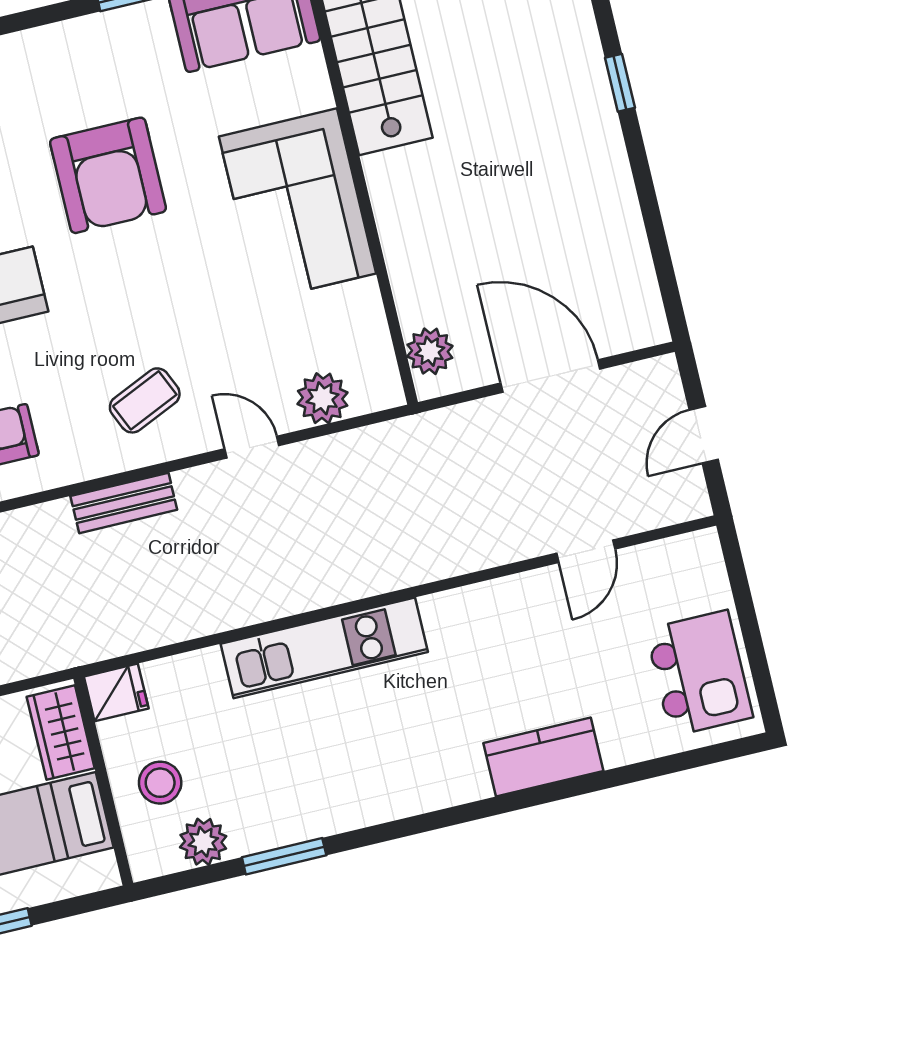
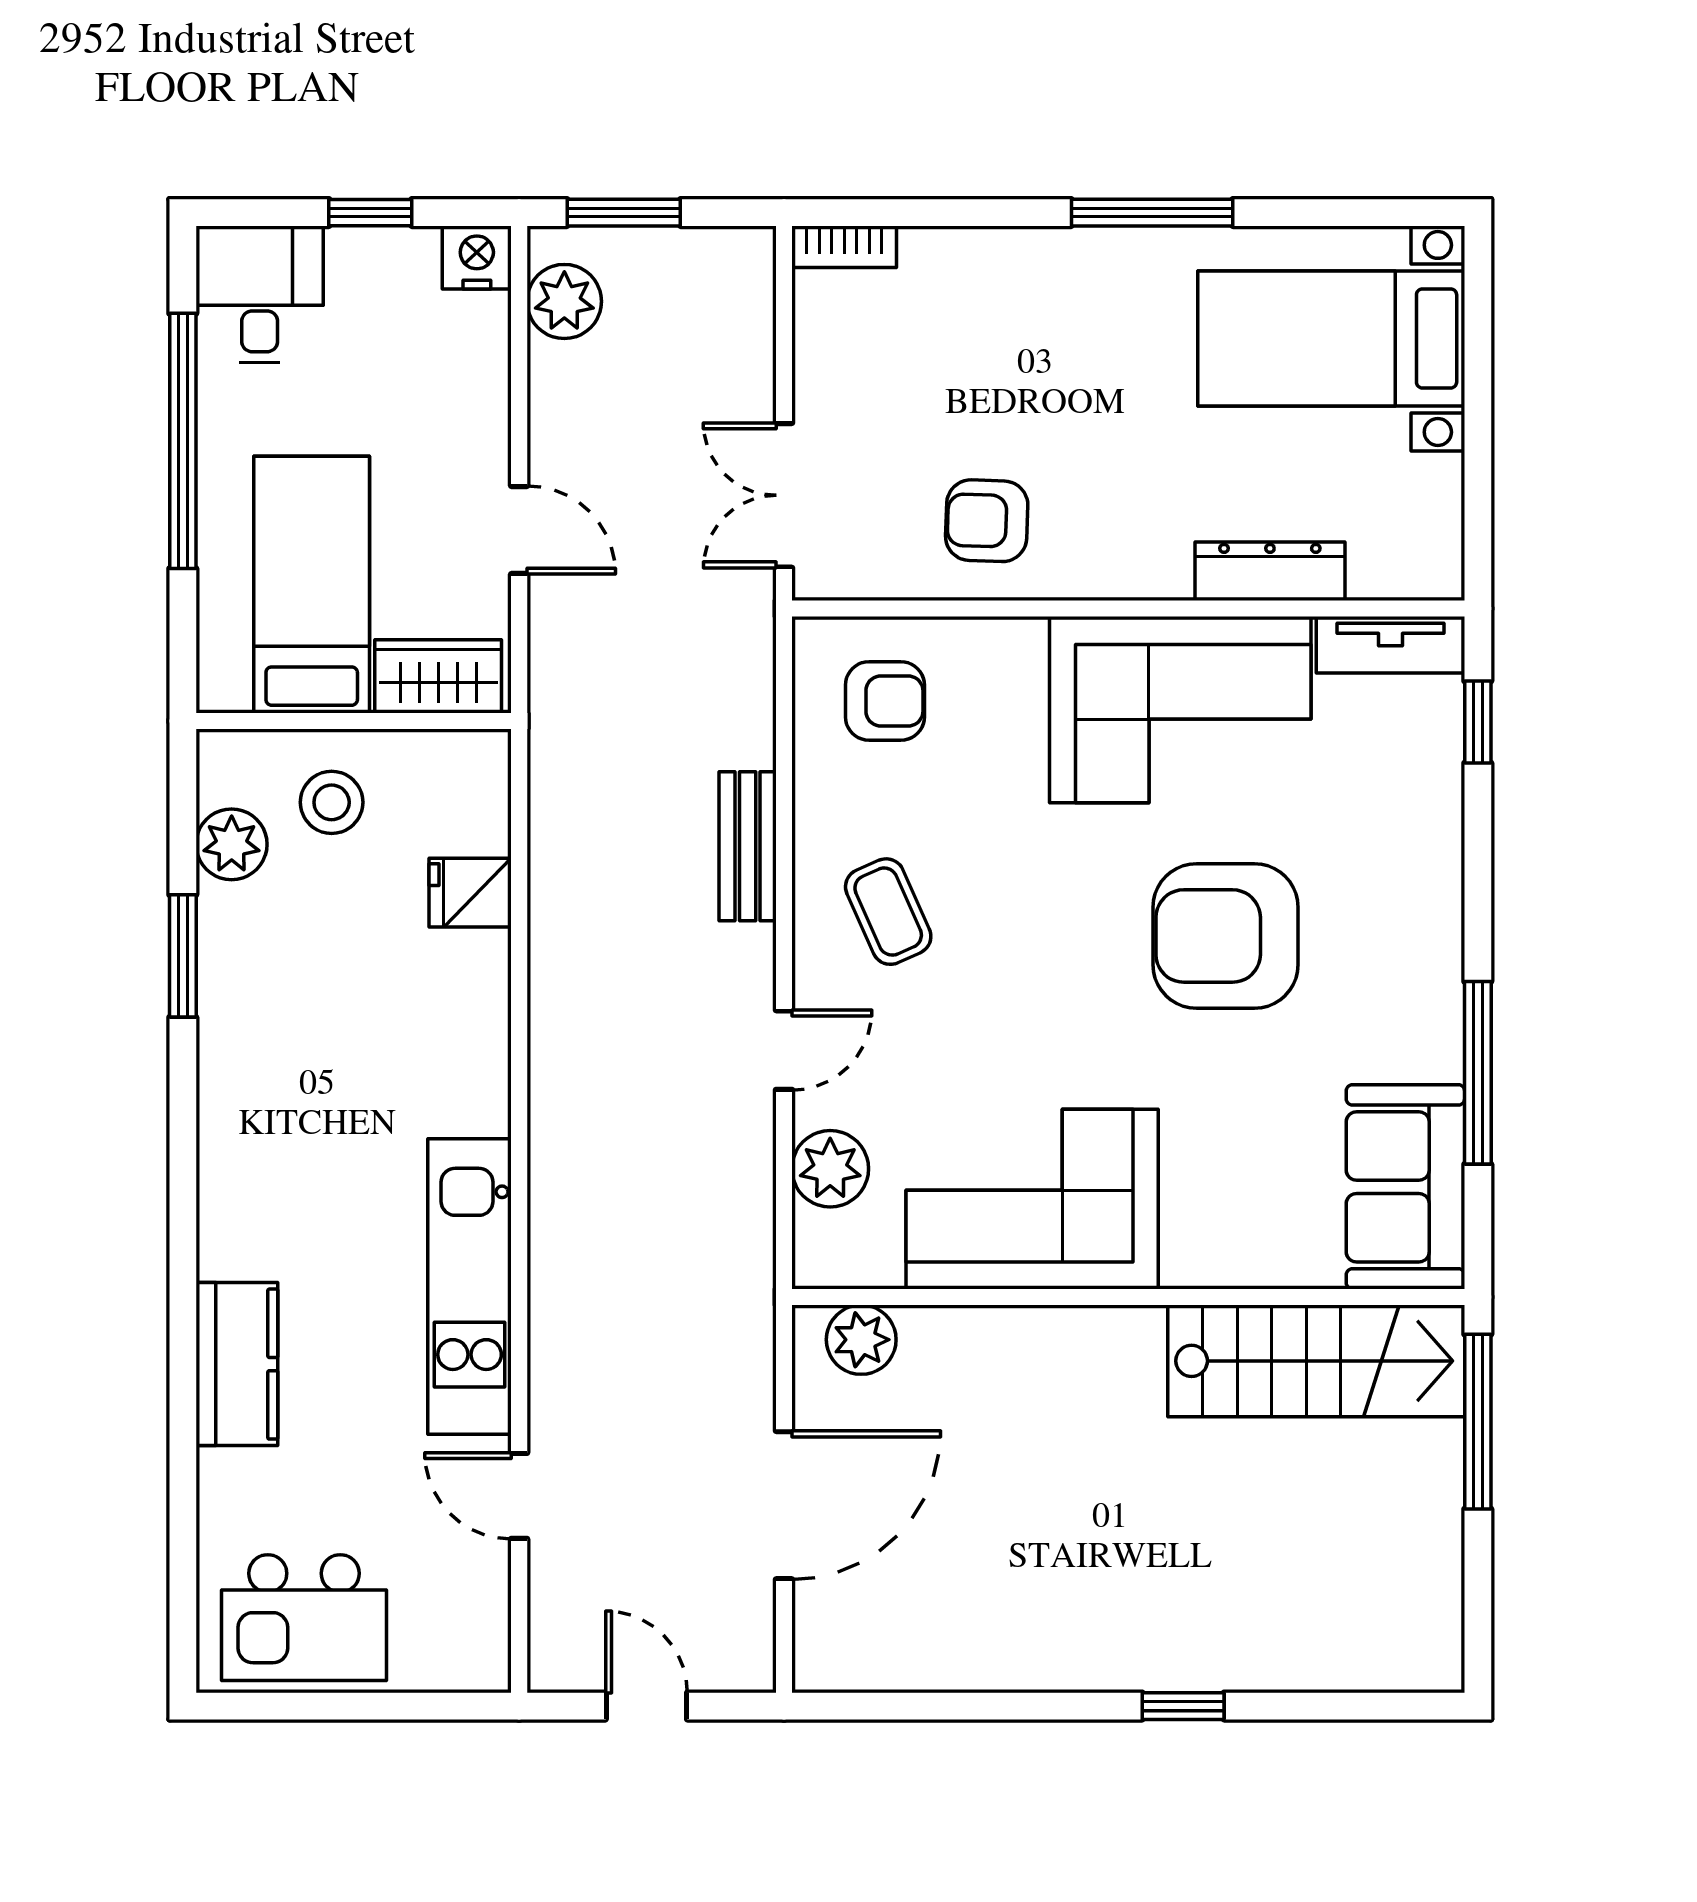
corner sofa: (298, 205) -> (1032, 1199), moved
kitchen unit: (324, 648) -> (470, 1287), moved
fridge: (116, 692) -> (470, 893), moved, turned 90

